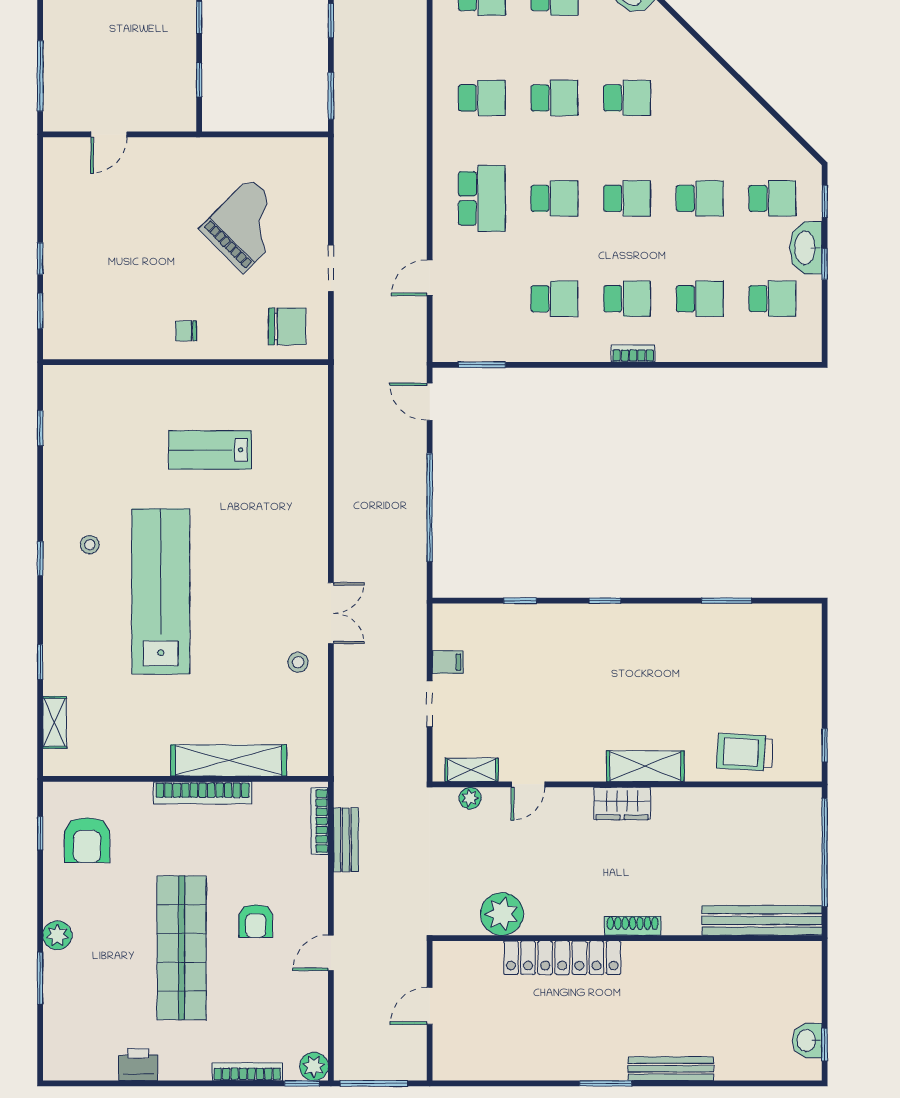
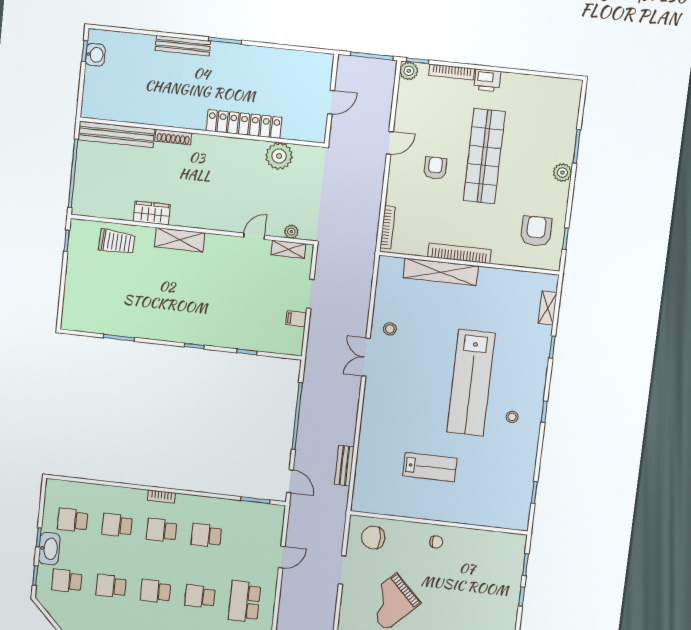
wardrobe: (622, 804) -> (152, 213), moved
bench: (346, 840) -> (344, 466), moved
shoe rack: (633, 926) -> (173, 137), moved
printer: (138, 1065) -> (487, 80), moved

